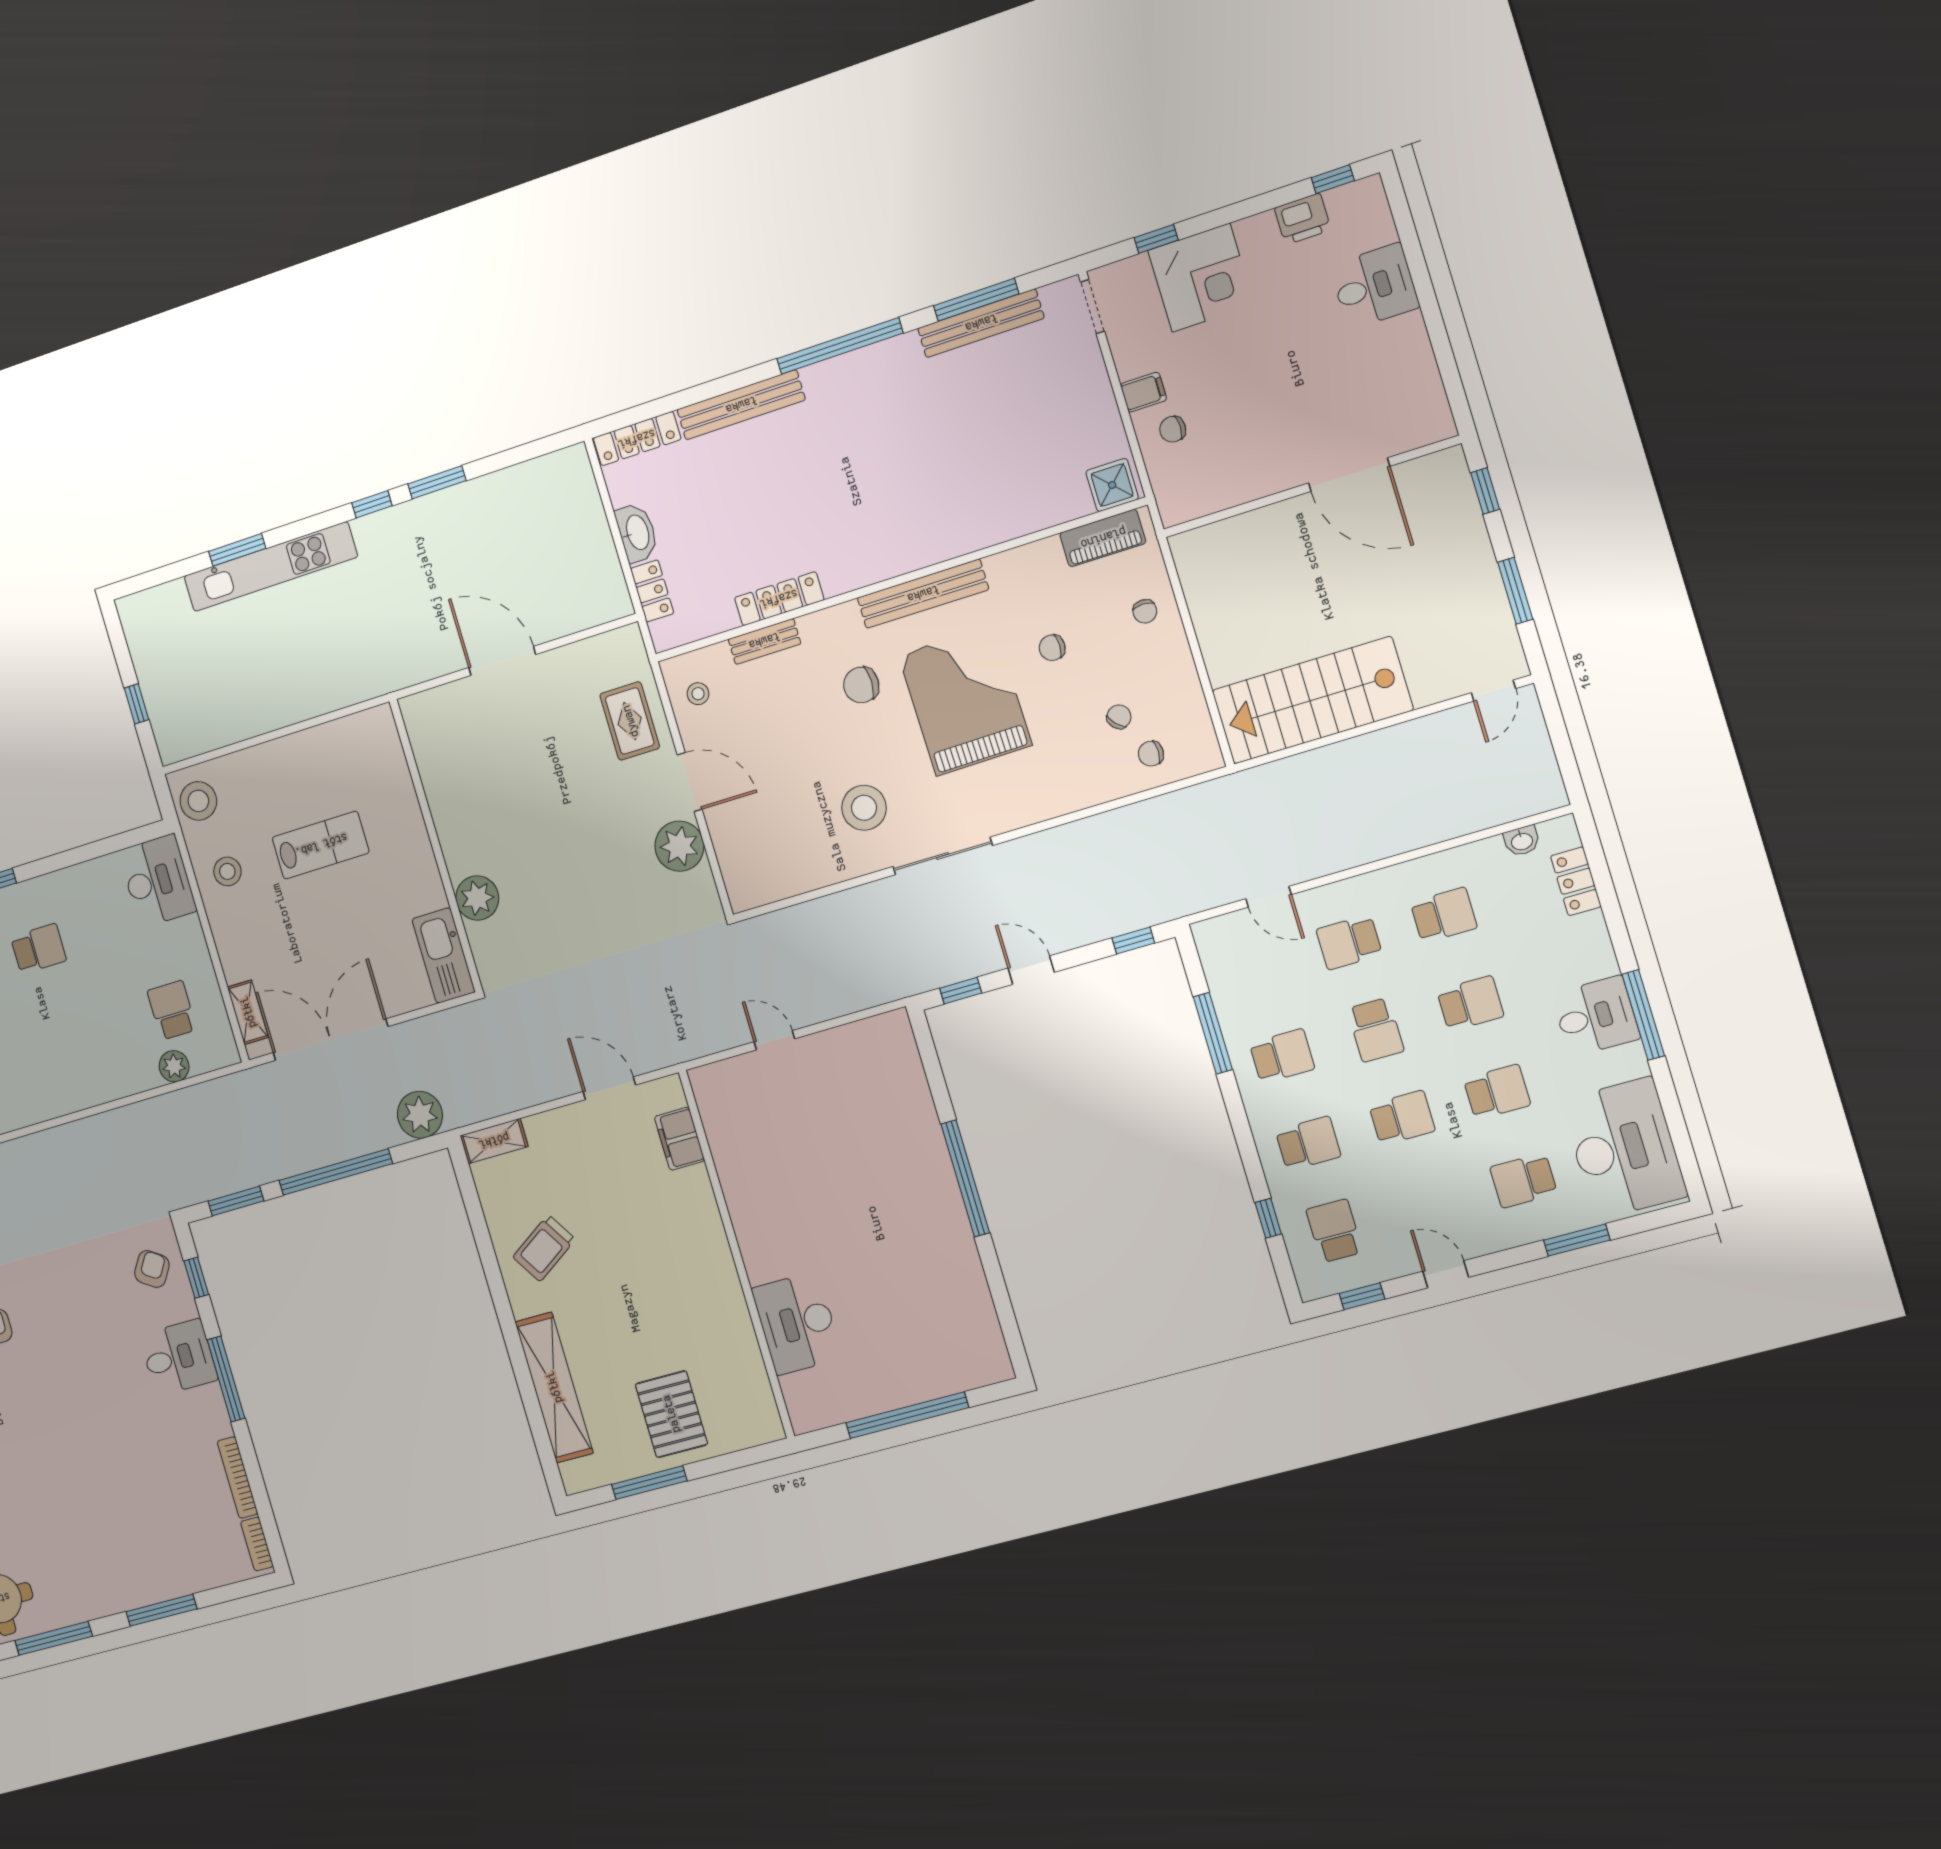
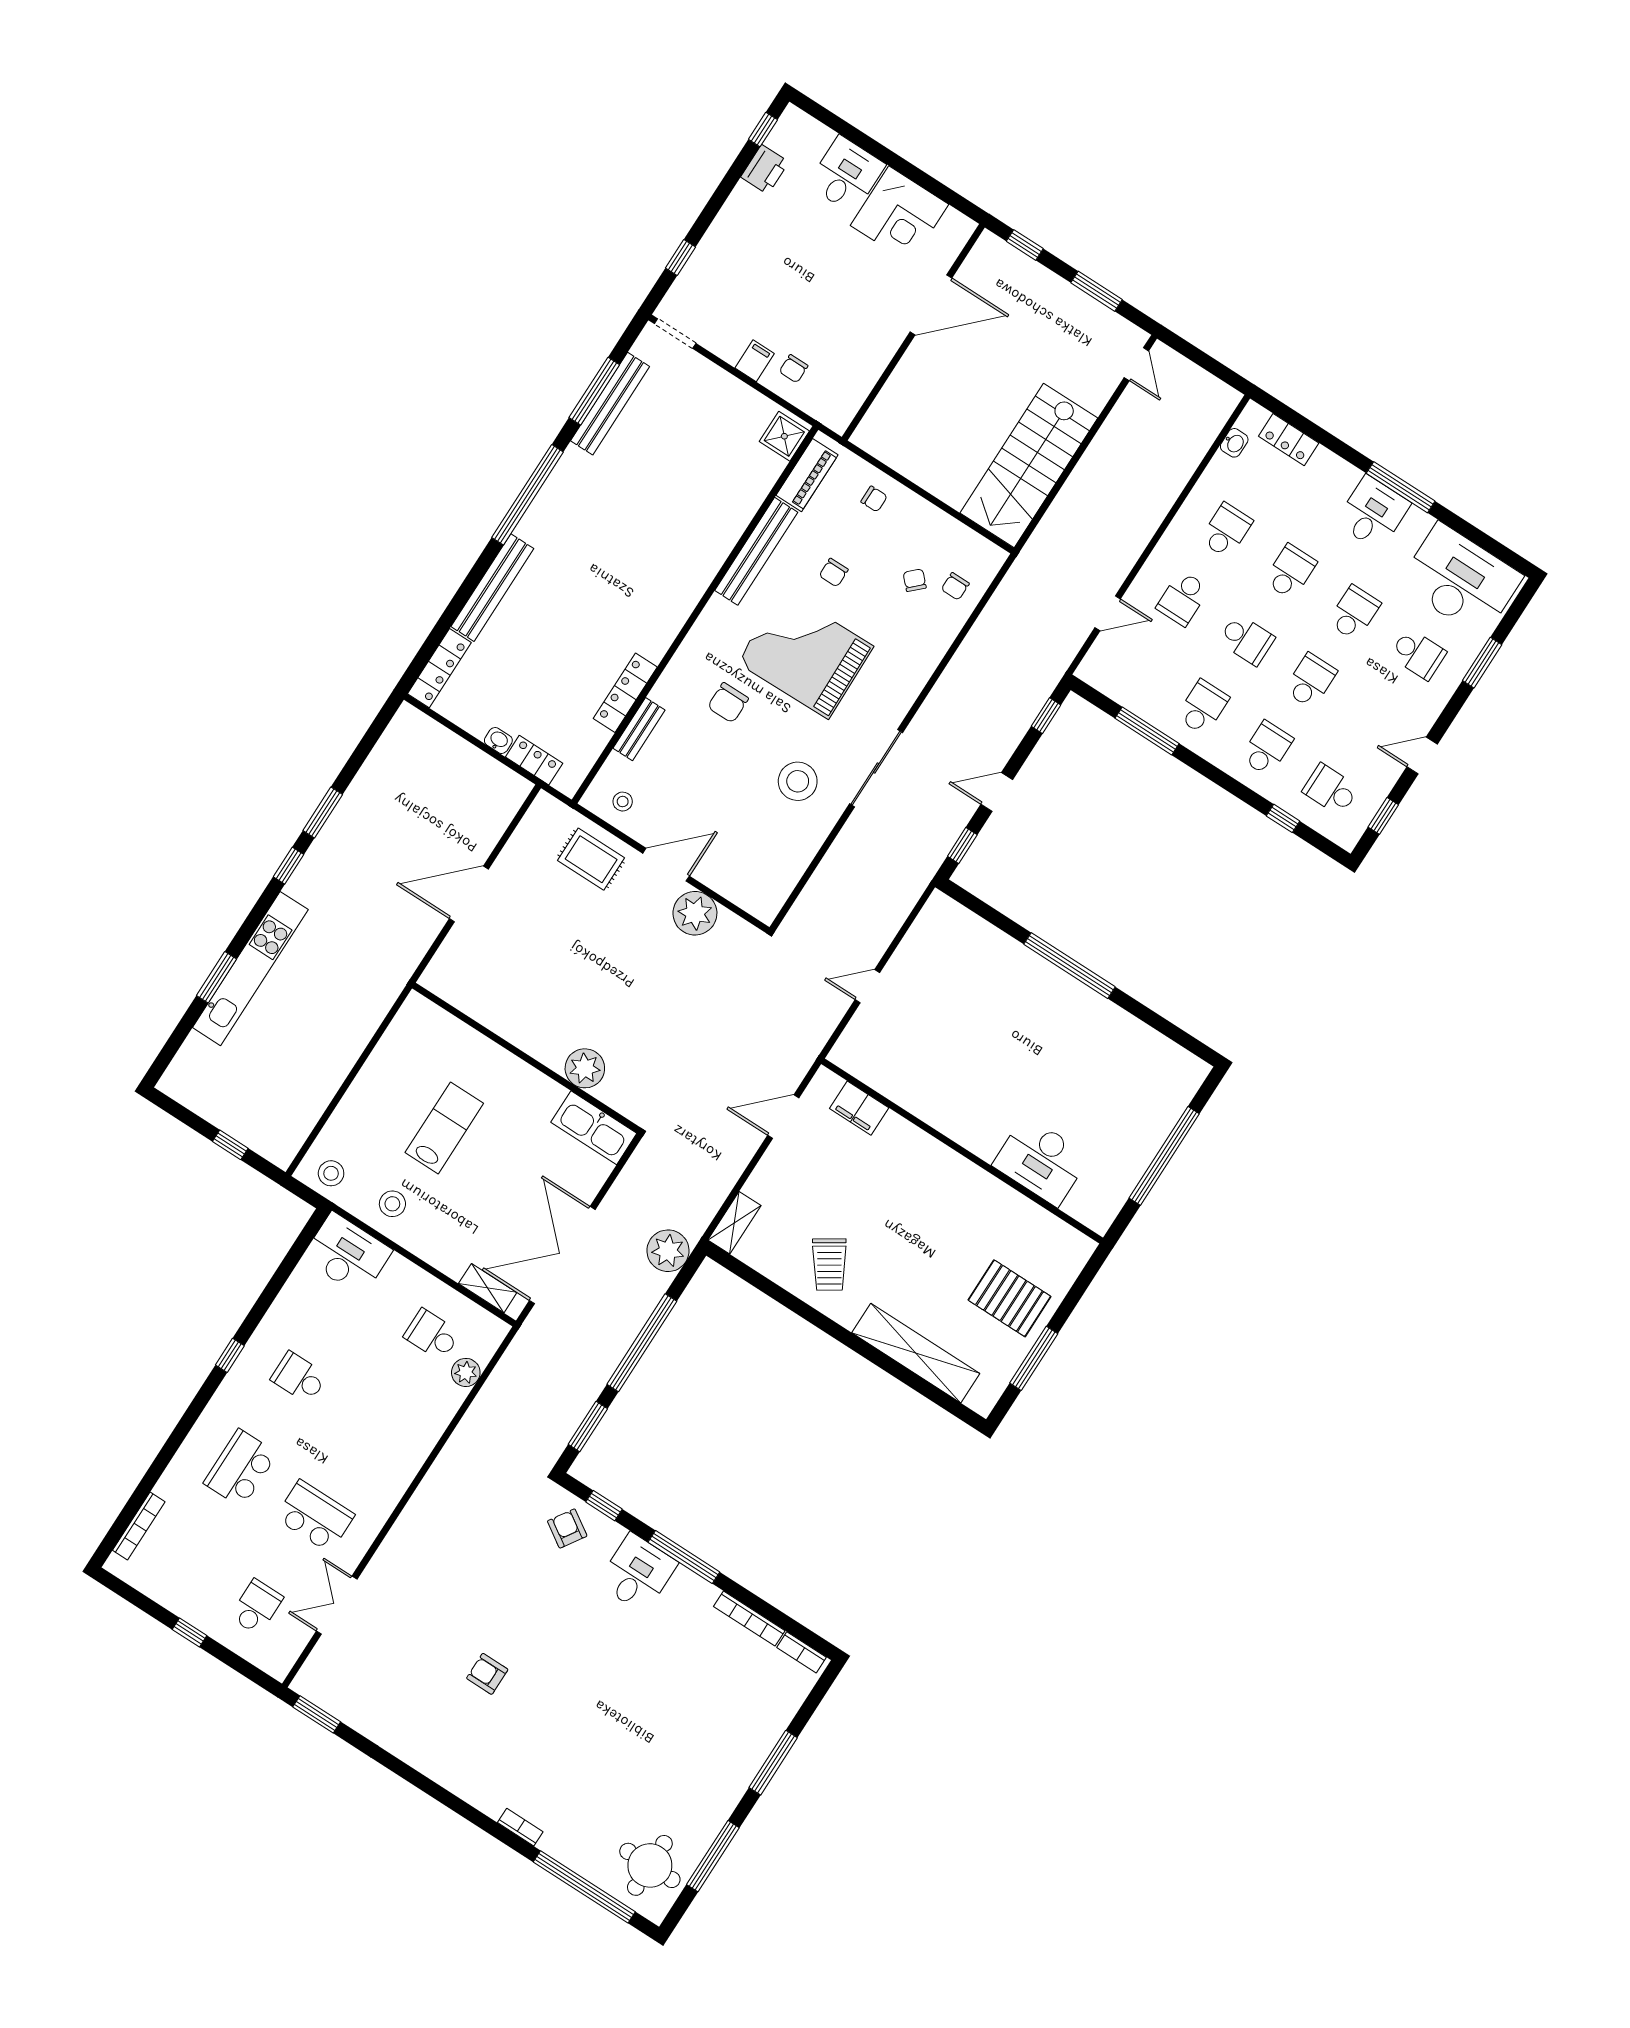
corner desk: (1201, 278) -> (899, 215), moved, turned 90
washbasin: (637, 533) -> (498, 740), width x0.52, depth x0.69
bench: (923, 594) -> (756, 551), moved
stool: (198, 801) -> (331, 1173), width x0.73, depth x0.73
school desk: (39, 949) -> (299, 1378), turned -90
school desk: (1524, 1180) -> (1418, 654), turned -90

